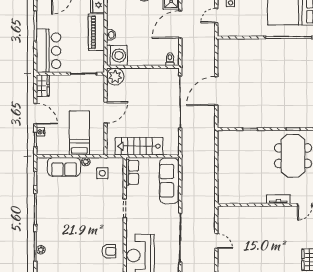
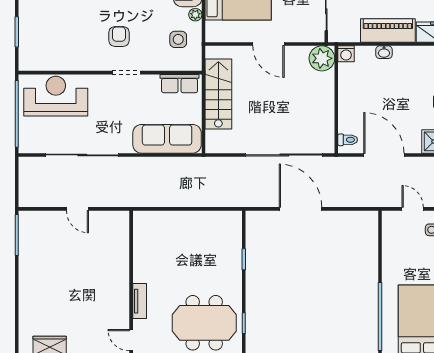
door: (180, 25) -> (384, 155), moved
washing machine: (117, 55) -> (346, 54), width x0.53, depth x0.53
door: (216, 241) -> (77, 209), hinge flipped
armchair: (109, 251) -> (119, 36), moved, turned 180

